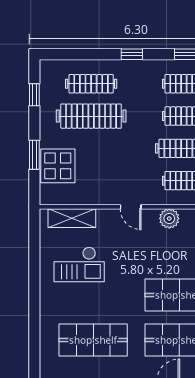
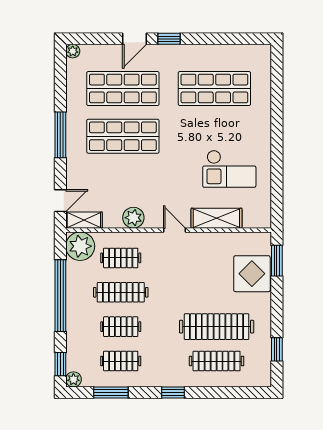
window: (34, 155) -> (277, 261), moved
shelving: (72, 218) -> (216, 218), moved
checkout: (79, 264) -> (229, 169), turned 180

